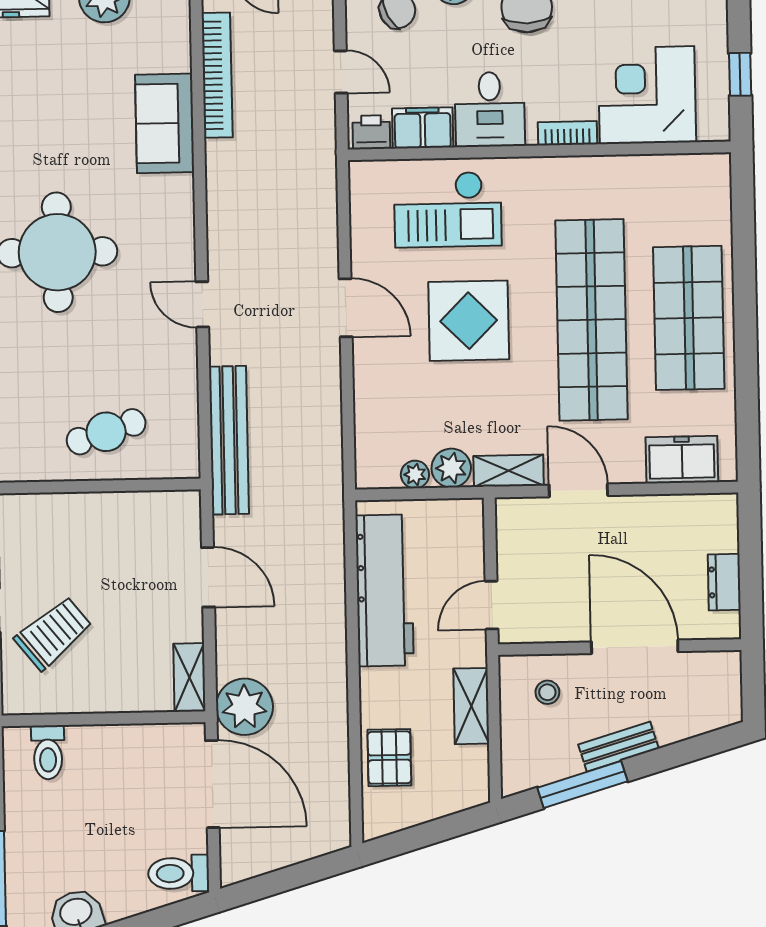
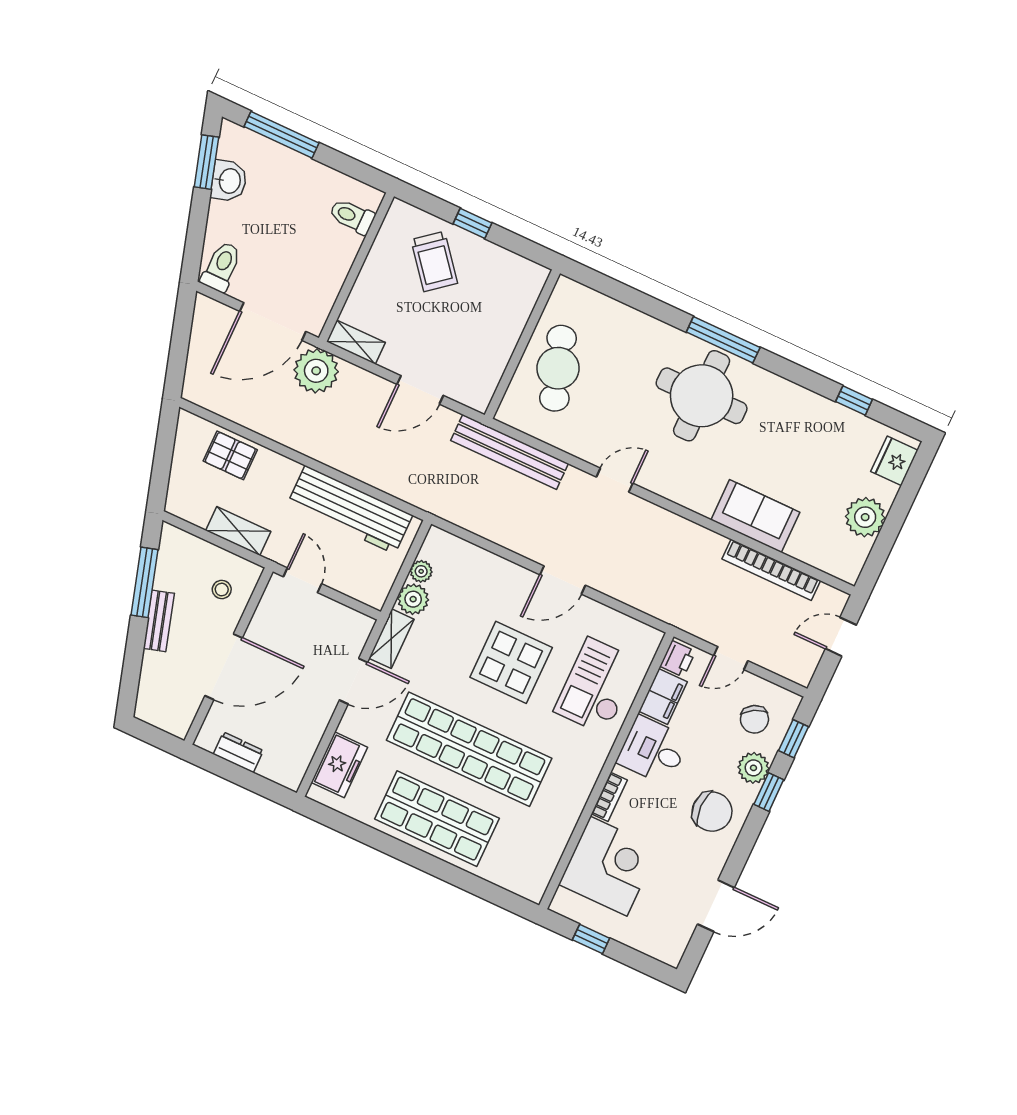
cafe table: (106, 432) -> (558, 368), width x1.37, depth x1.35

